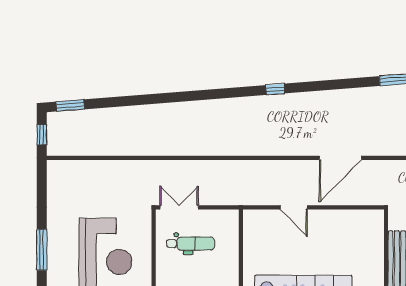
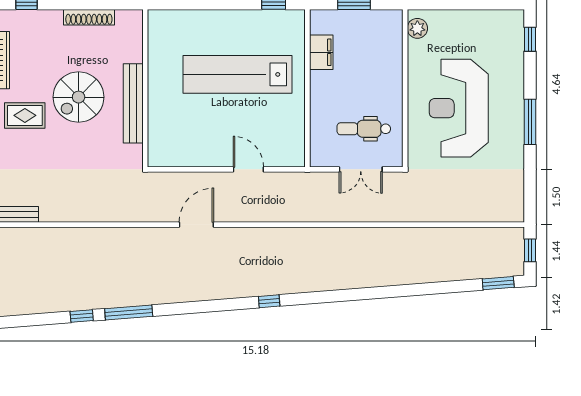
door: (340, 158) -> (196, 225), width x0.73
double door: (179, 207) -> (361, 169), moved

